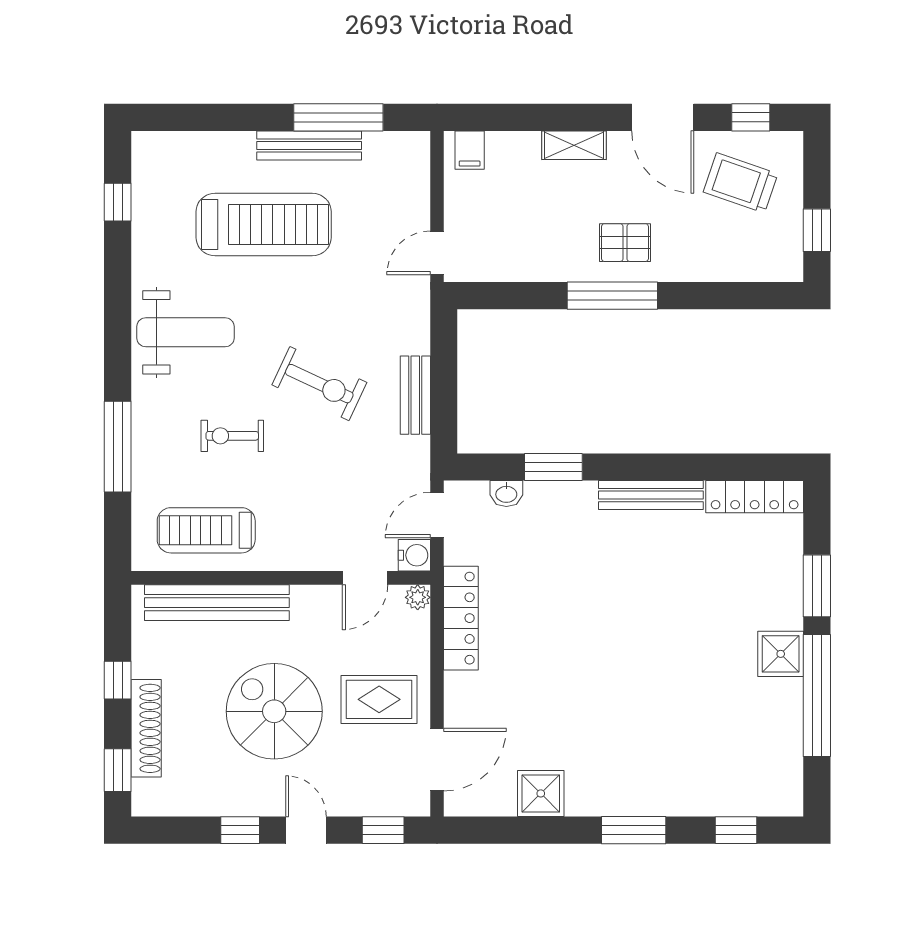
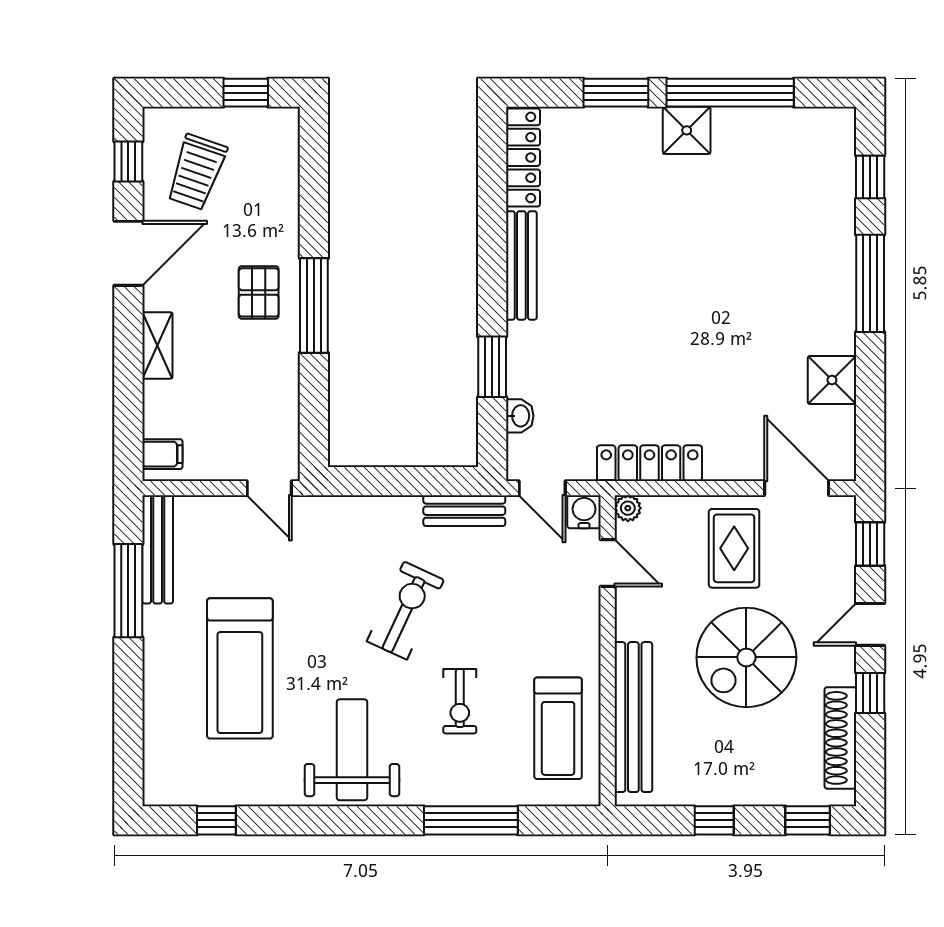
bench: (309, 145) -> (158, 549), moved
treadmill: (264, 225) -> (240, 668), turned 180
bench: (415, 395) -> (464, 511), moved
shoe rack: (146, 728) -> (840, 738), moved, turned -90
window: (634, 830) -> (870, 283), width x1.44

